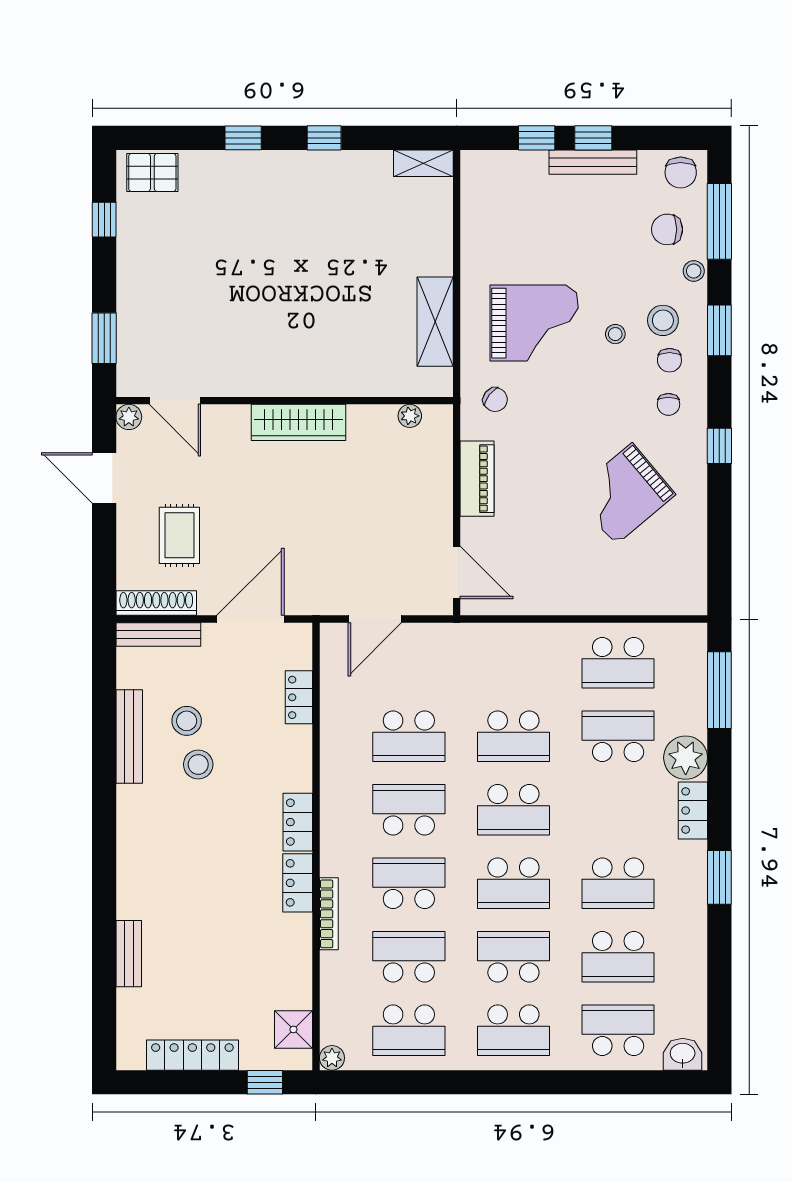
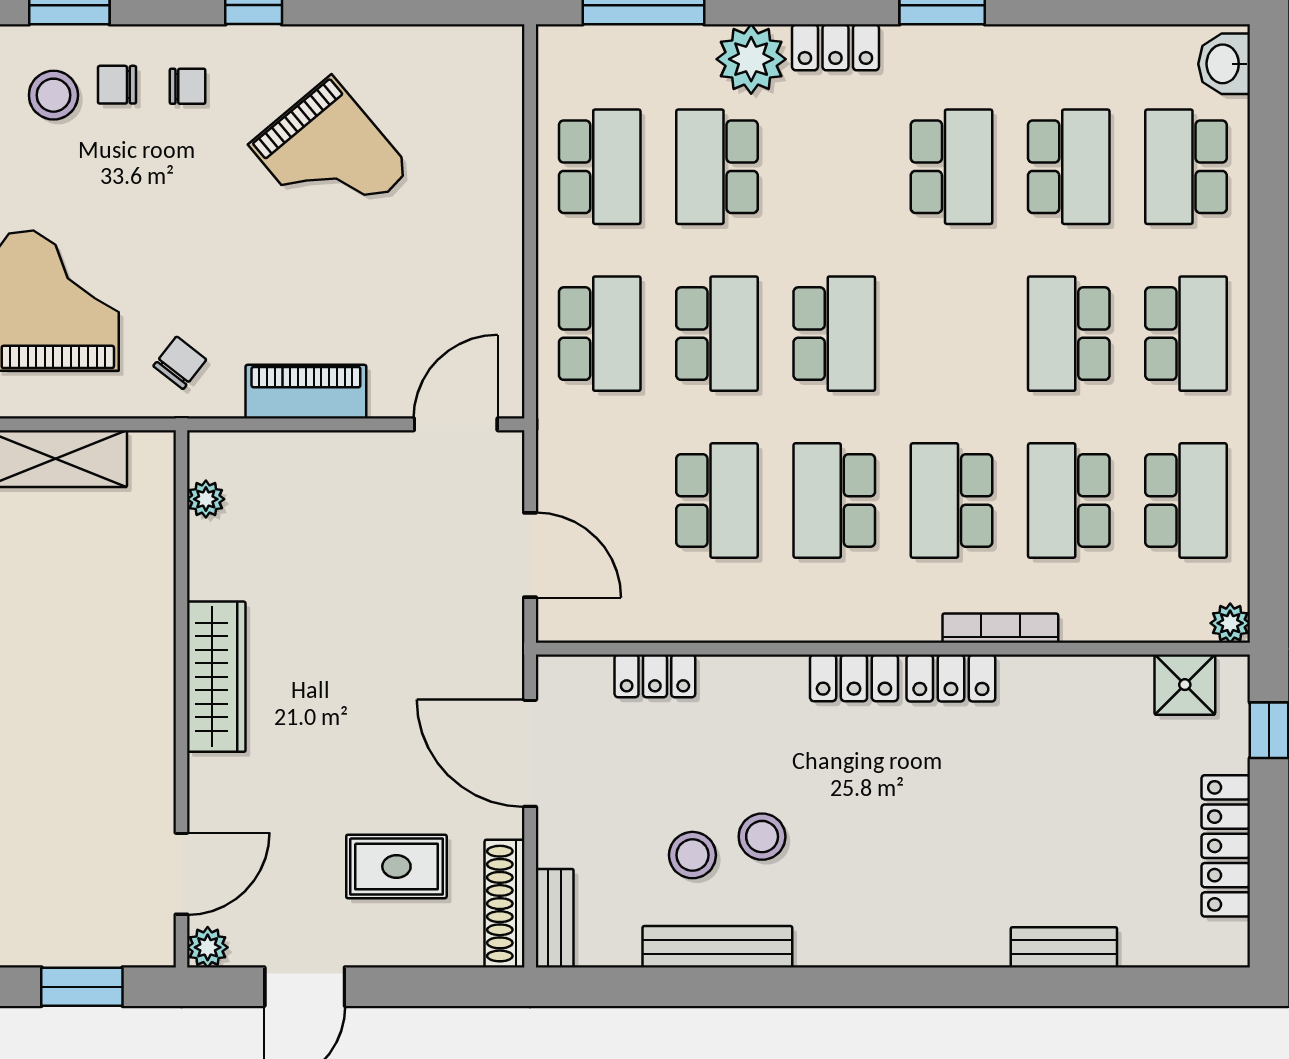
stool: (615, 334) -> (75, 171), removed
chair: (669, 360) -> (117, 85), turned 180
bench: (158, 634) -> (555, 918), width x0.73
school desk: (513, 883) -> (600, 334), moved

